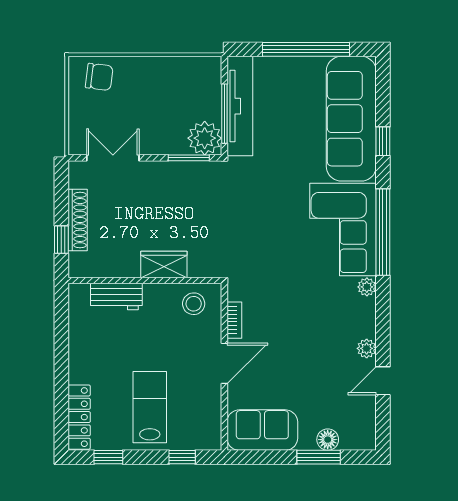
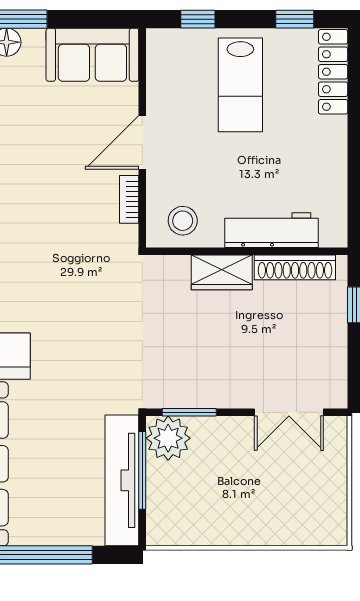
chair: (99, 77) -> (307, 519), removed
shoe rack: (78, 220) -> (295, 267), moved, turned -90
workbench: (116, 297) -> (272, 230), width x1.38

